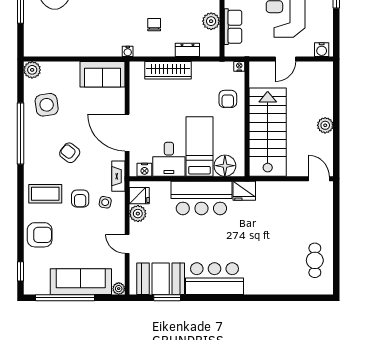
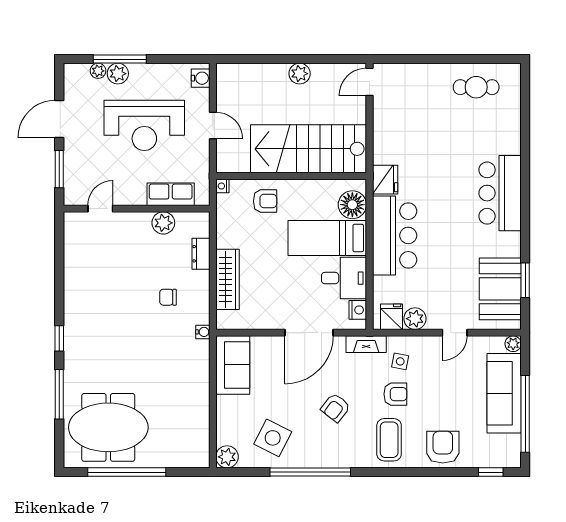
side table: (47, 105) -> (273, 438), turned 35
bar counter: (214, 279) -> (500, 193), moved

